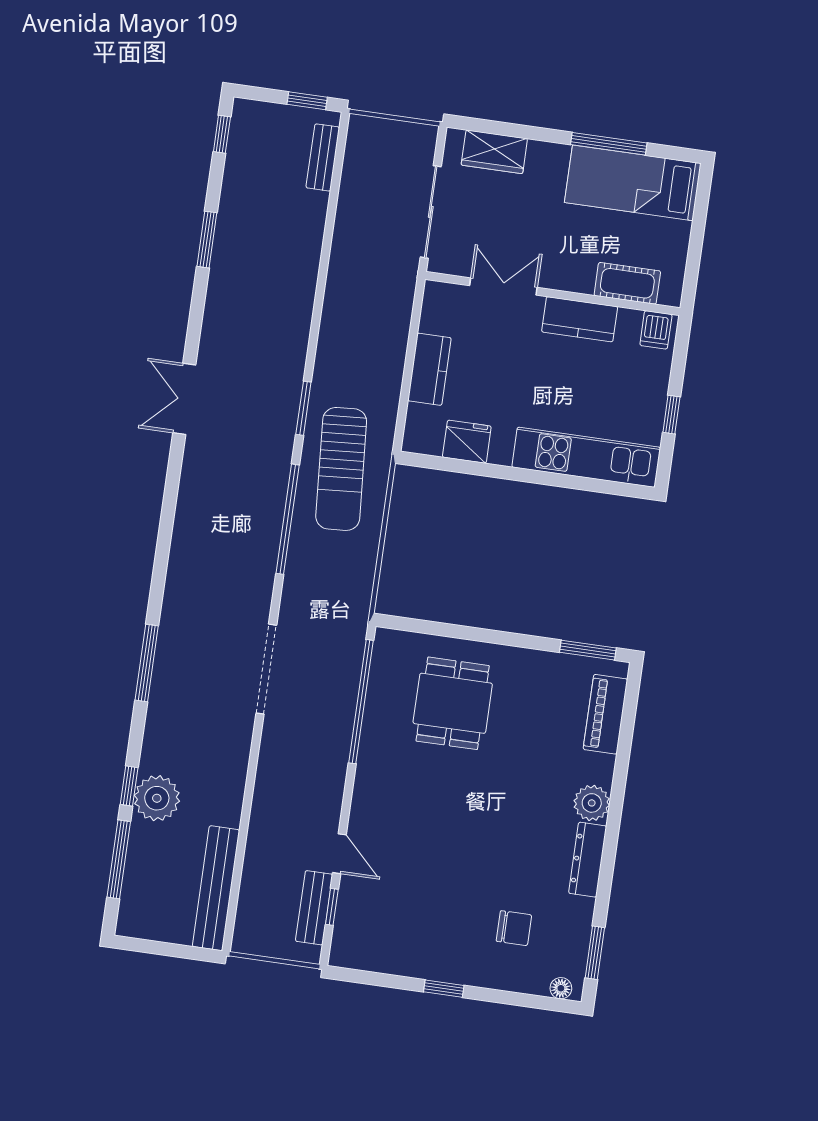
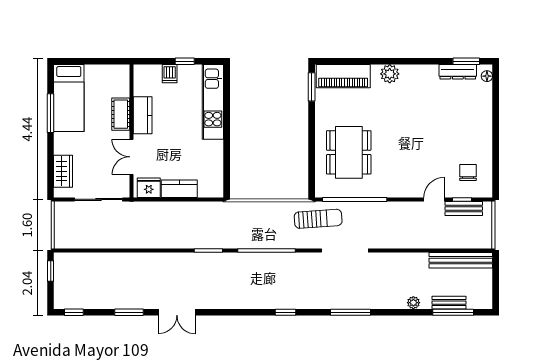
bench: (323, 157) -> (449, 303), moved
cot: (627, 283) -> (121, 114), moved
dishwasher: (656, 330) -> (170, 74), moved, turned 90
double door: (184, 399) -> (177, 312), moved
fridge: (467, 442) -> (149, 188), moved, turned 90
sun lounger: (341, 469) -> (318, 219), moved, width x0.73, depth x0.75
dining table: (453, 703) -> (349, 152), width x1.38
piano: (605, 714) -> (343, 76), width x1.37, depth x1.33
window: (129, 786) -> (286, 312), moved
plant: (157, 798) -> (413, 303), width x0.53, depth x0.53
dresser: (588, 860) -> (458, 72), moved
chair: (514, 928) -> (468, 173), moved
window: (444, 989) -> (496, 136), removed

